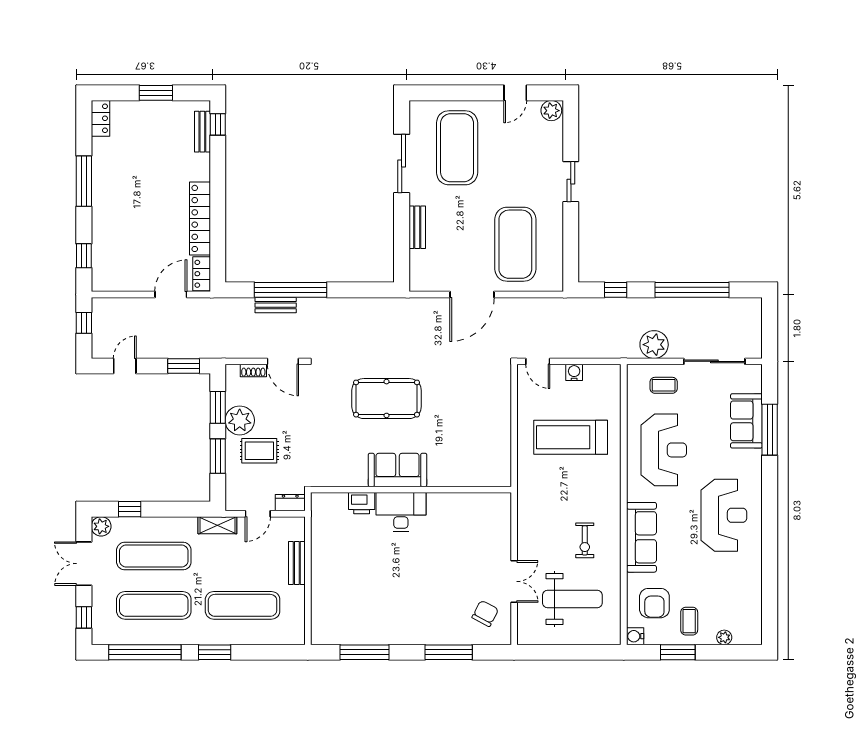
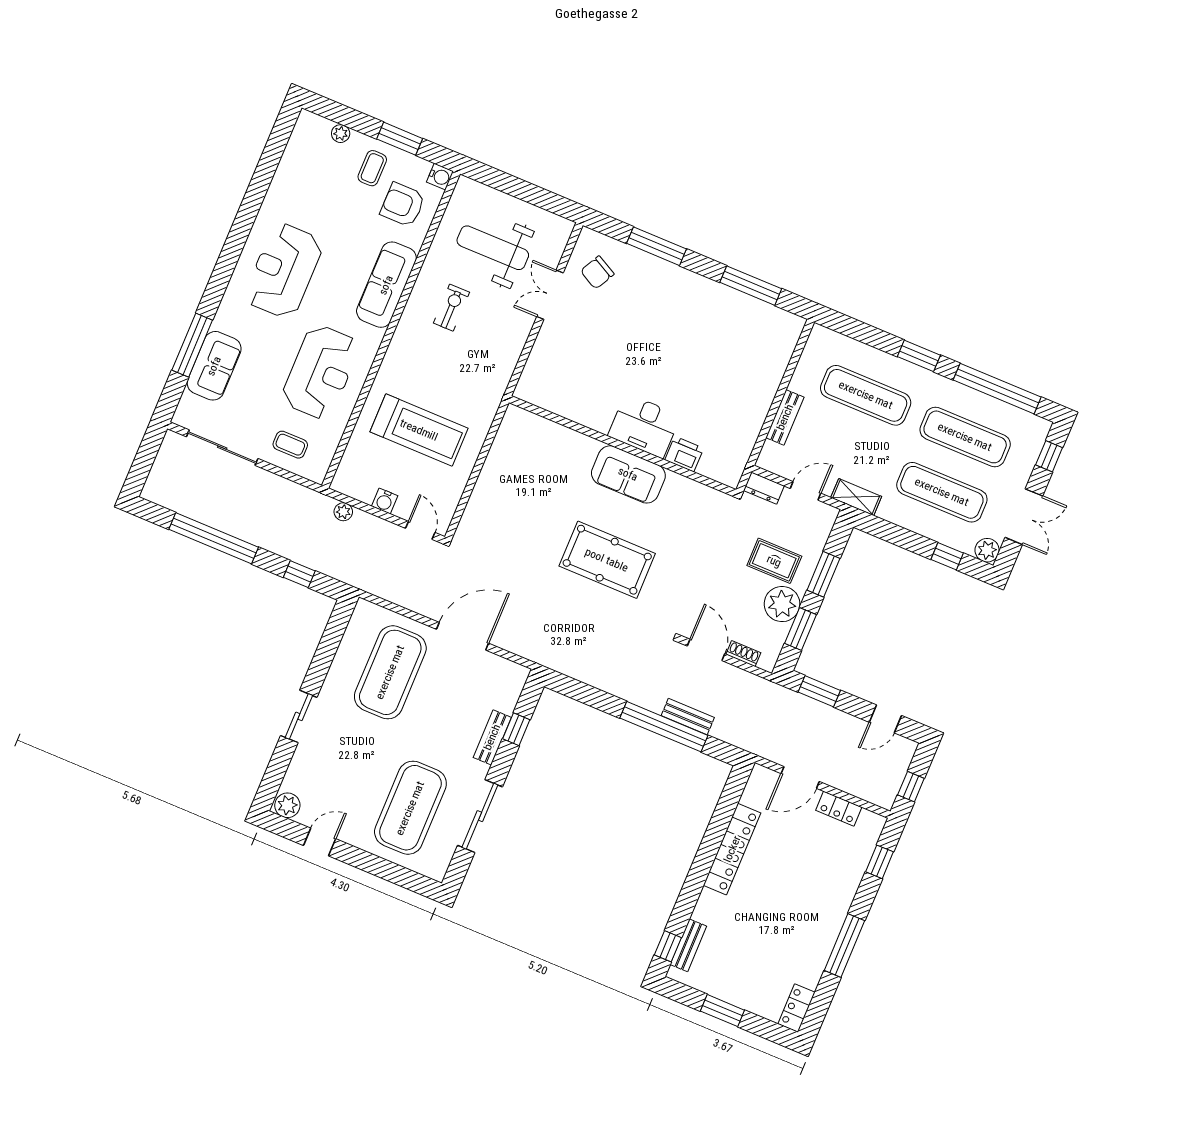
window: (402, 241) -> (516, 729), added
locker: (202, 274) -> (839, 809), moved, turned 90
plant: (654, 345) -> (343, 512), moved, width x0.53, depth x0.53
reception desk: (664, 450) -> (320, 372), turned 180
armchair: (654, 603) -> (403, 205), turned -90

